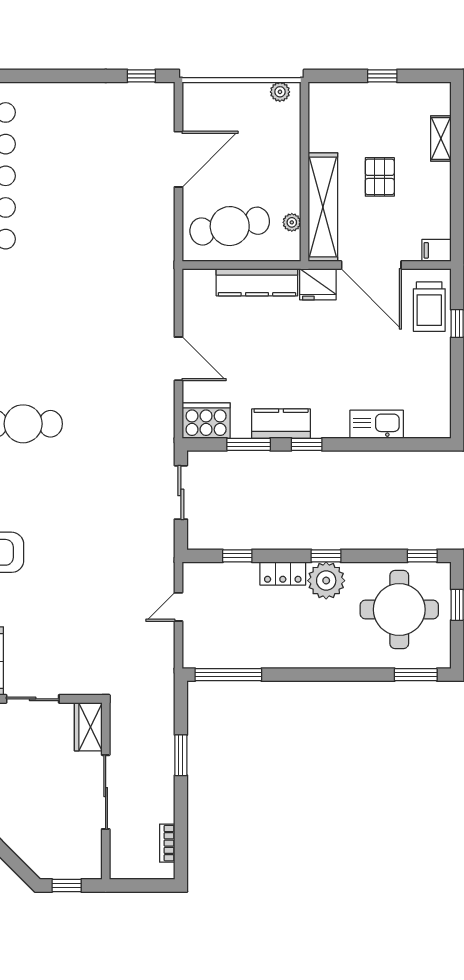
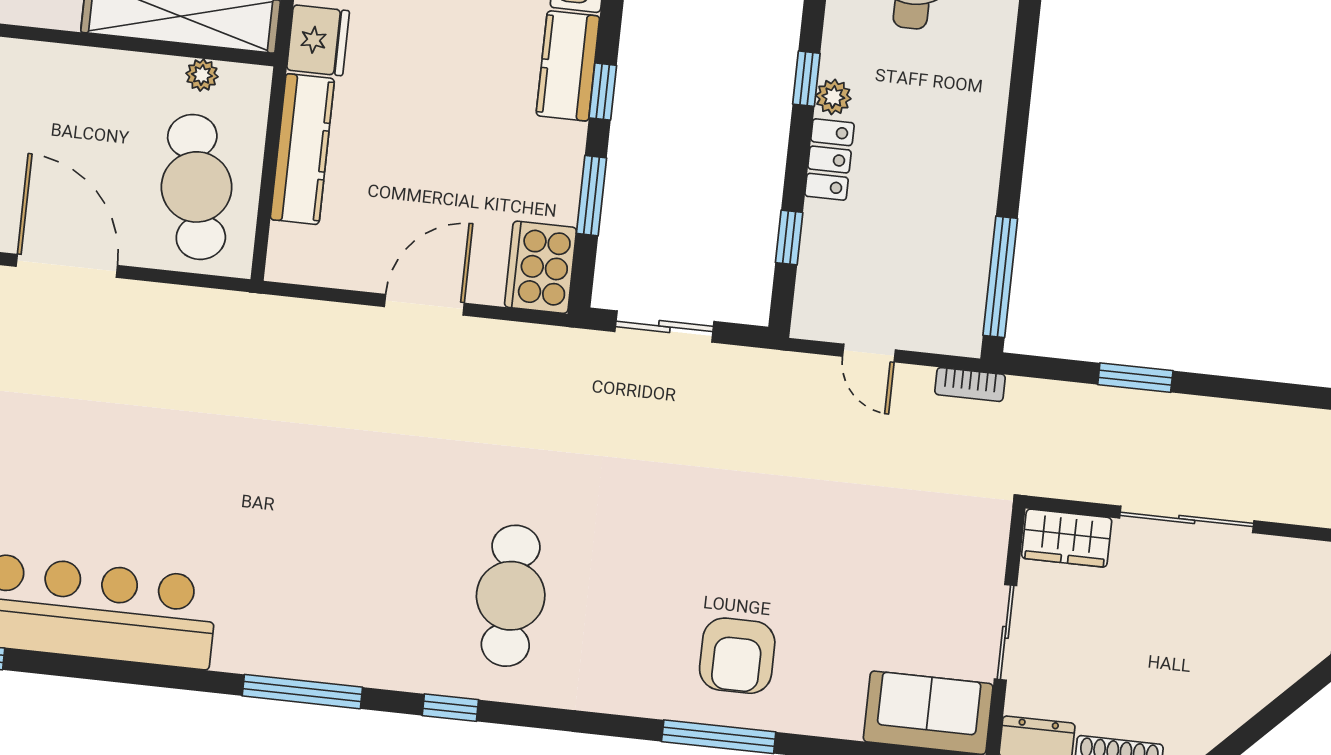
kitchen counter: (281, 424) -> (568, 66), moved
plant: (326, 581) -> (833, 97), width x0.53, depth x0.53
bookcase: (167, 843) -> (970, 384), moved

